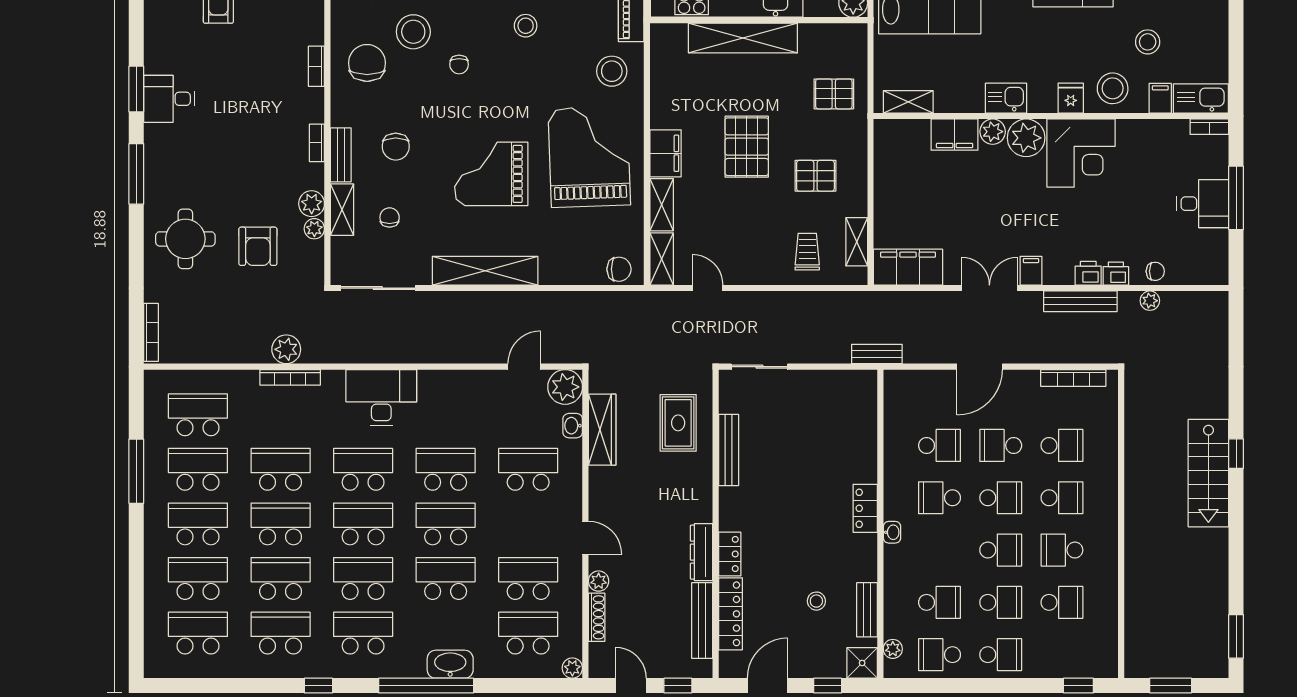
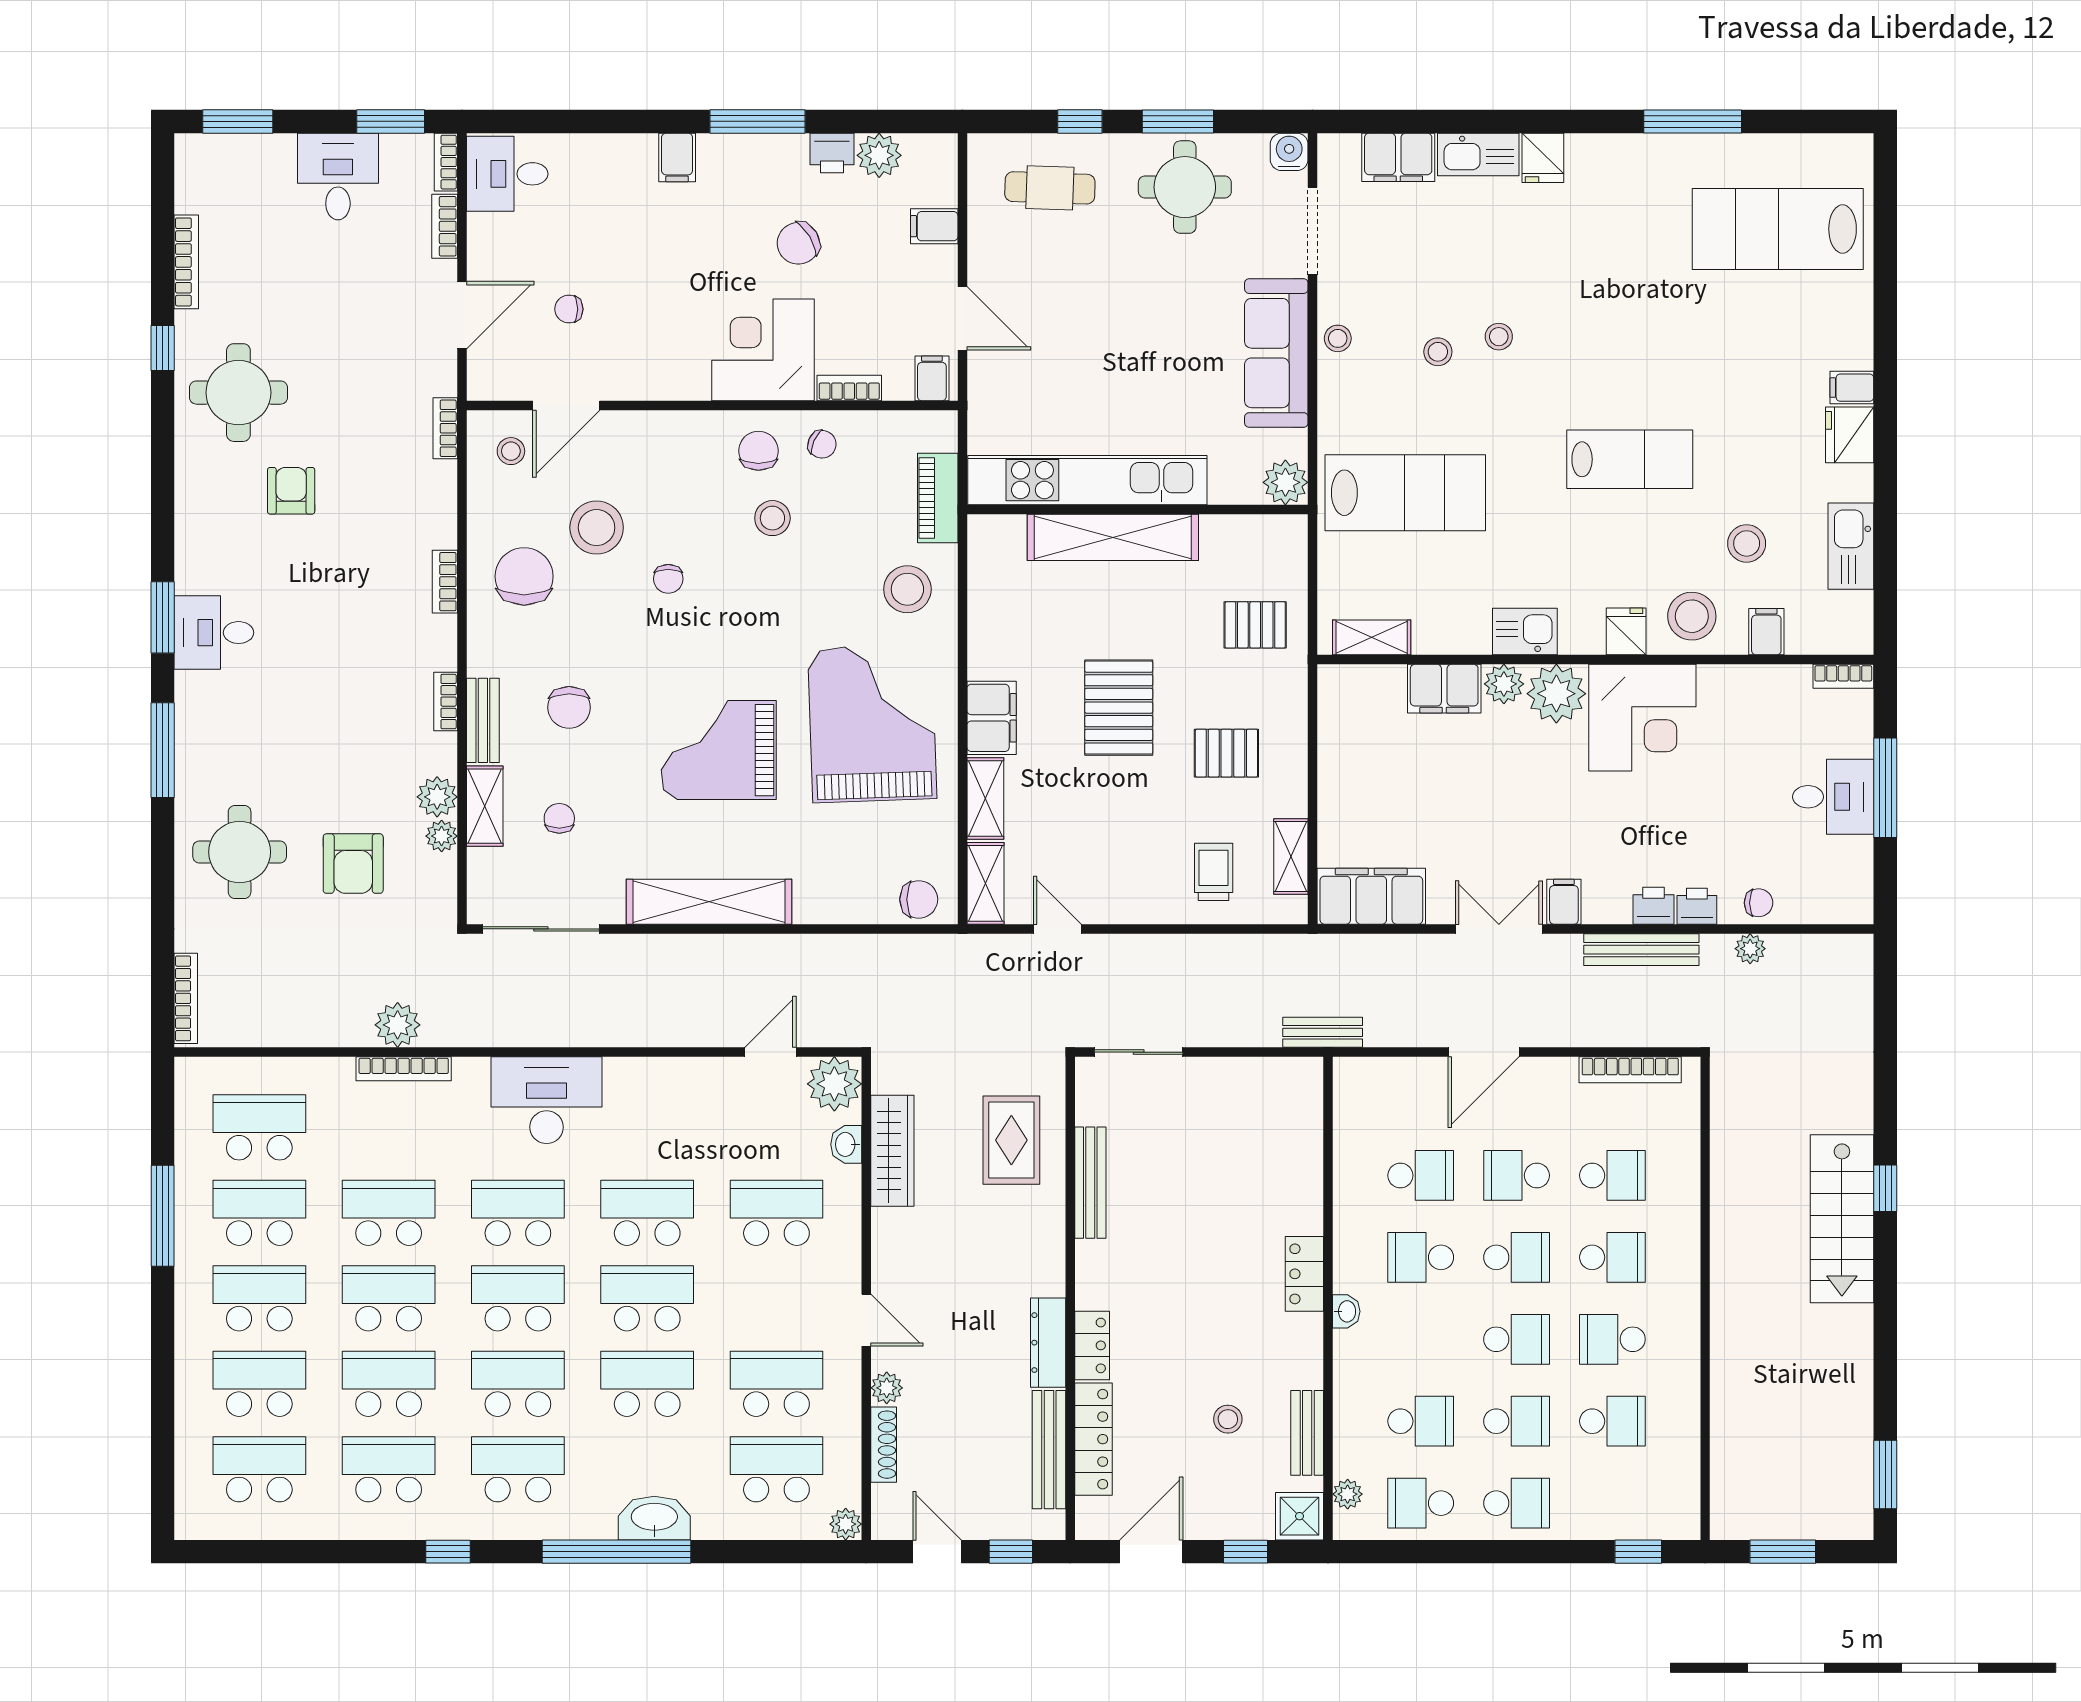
kitchen sink: (1201, 99) -> (1851, 546), moved, turned -90

